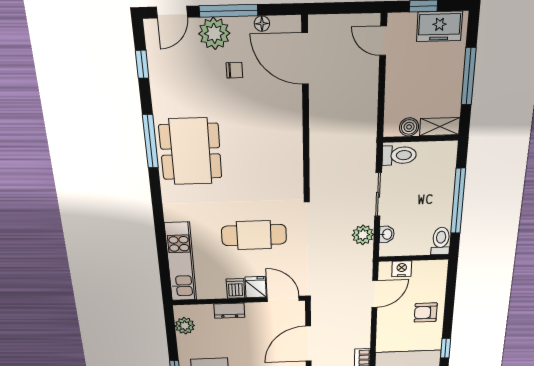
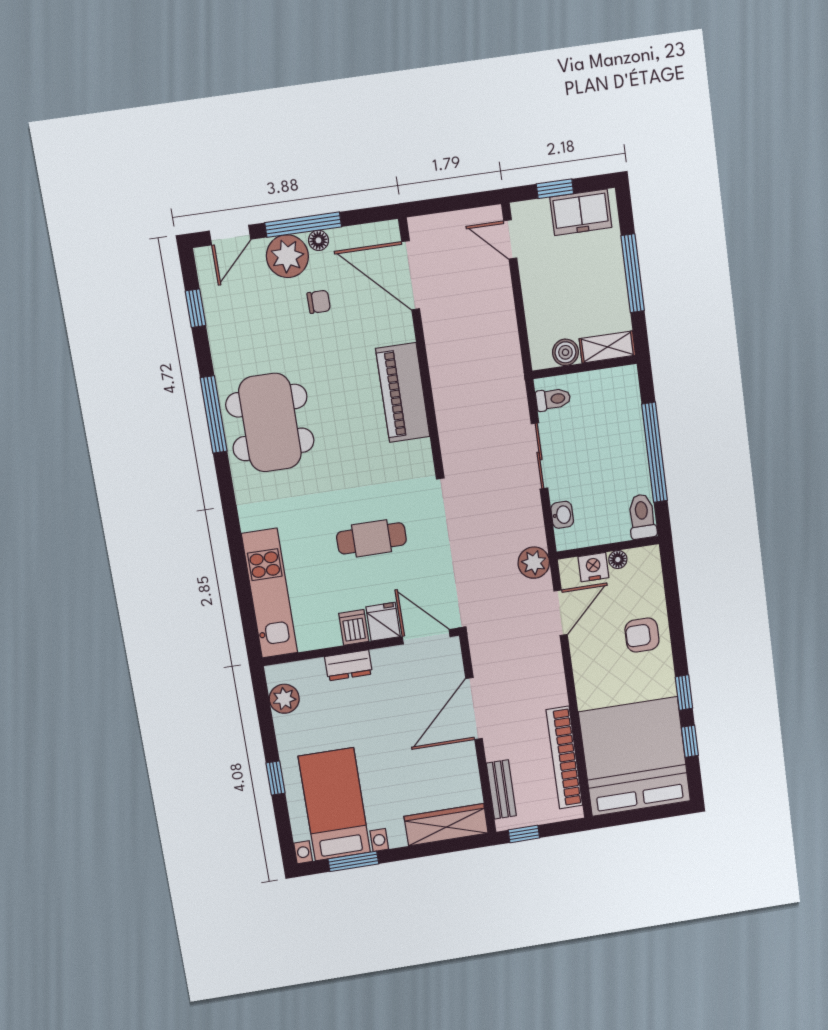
floor lamp: (262, 24) -> (318, 240), moved
piano: (288, 142) -> (403, 393), added
toilet: (399, 155) -> (553, 399), width x0.73, depth x0.72
cafe table: (254, 235) -> (371, 538), width x0.73, depth x0.74
plant: (363, 235) -> (534, 563), moved
floor lamp: (419, 266) -> (618, 560), added

